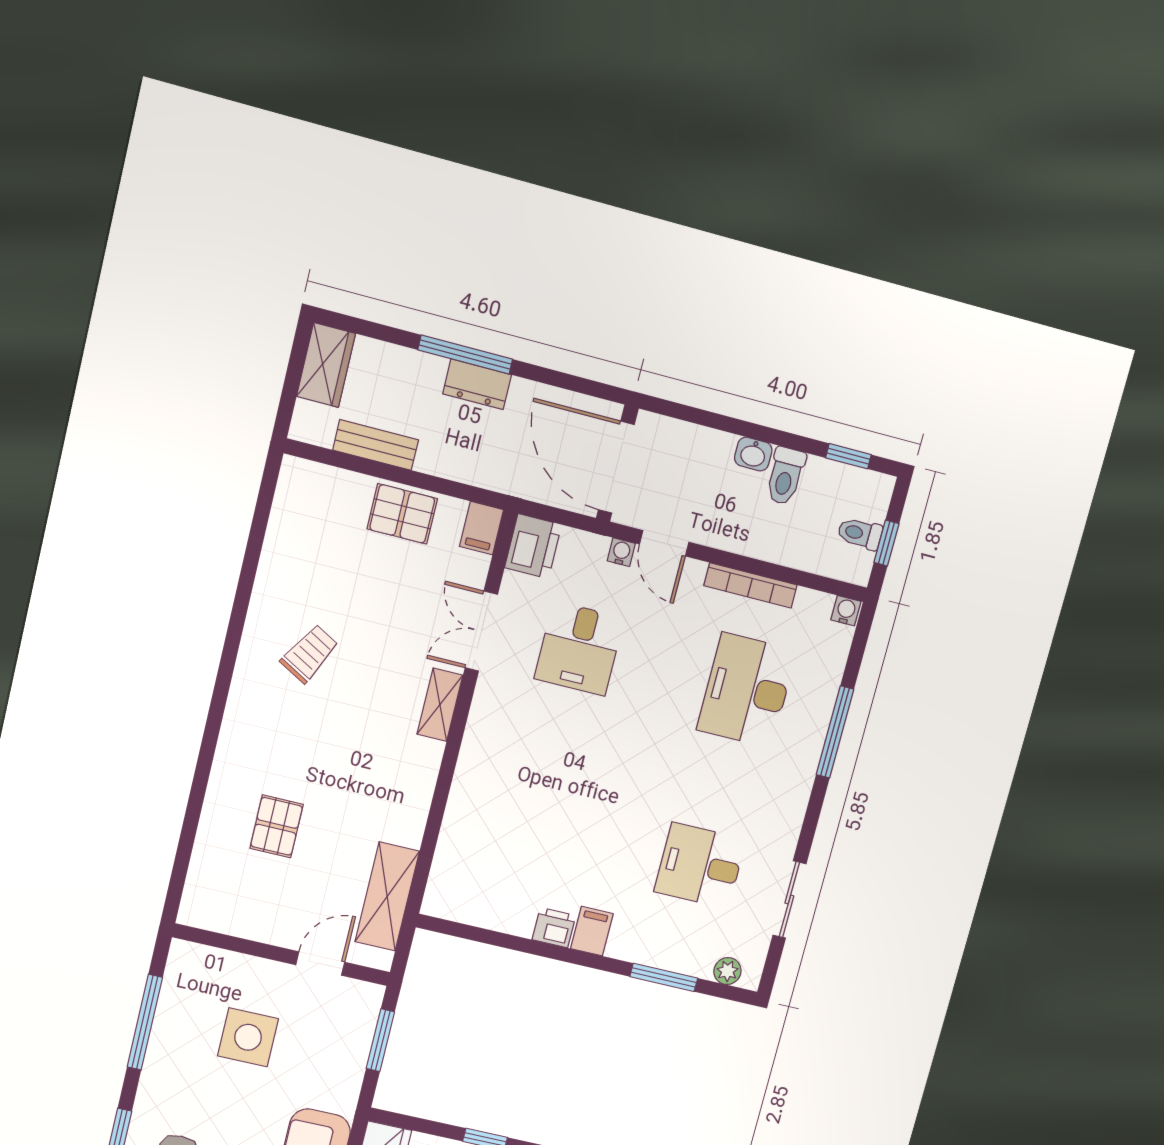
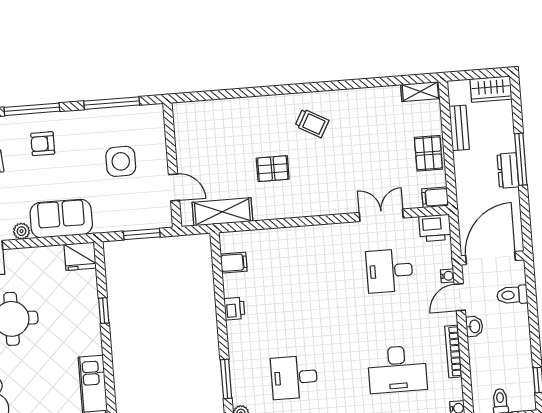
washbasin: (753, 454) -> (474, 326), moved, turned 180
toilet: (785, 476) -> (512, 295), moved
trolley: (309, 654) -> (312, 123), moved
desk: (747, 690) -> (397, 369), turned 180
shelving: (440, 705) -> (420, 91), moved
pallet: (277, 826) -> (273, 169), moved
desk: (700, 866) -> (294, 377), turned -90
filing cabinet: (592, 931) -> (234, 263), moved

